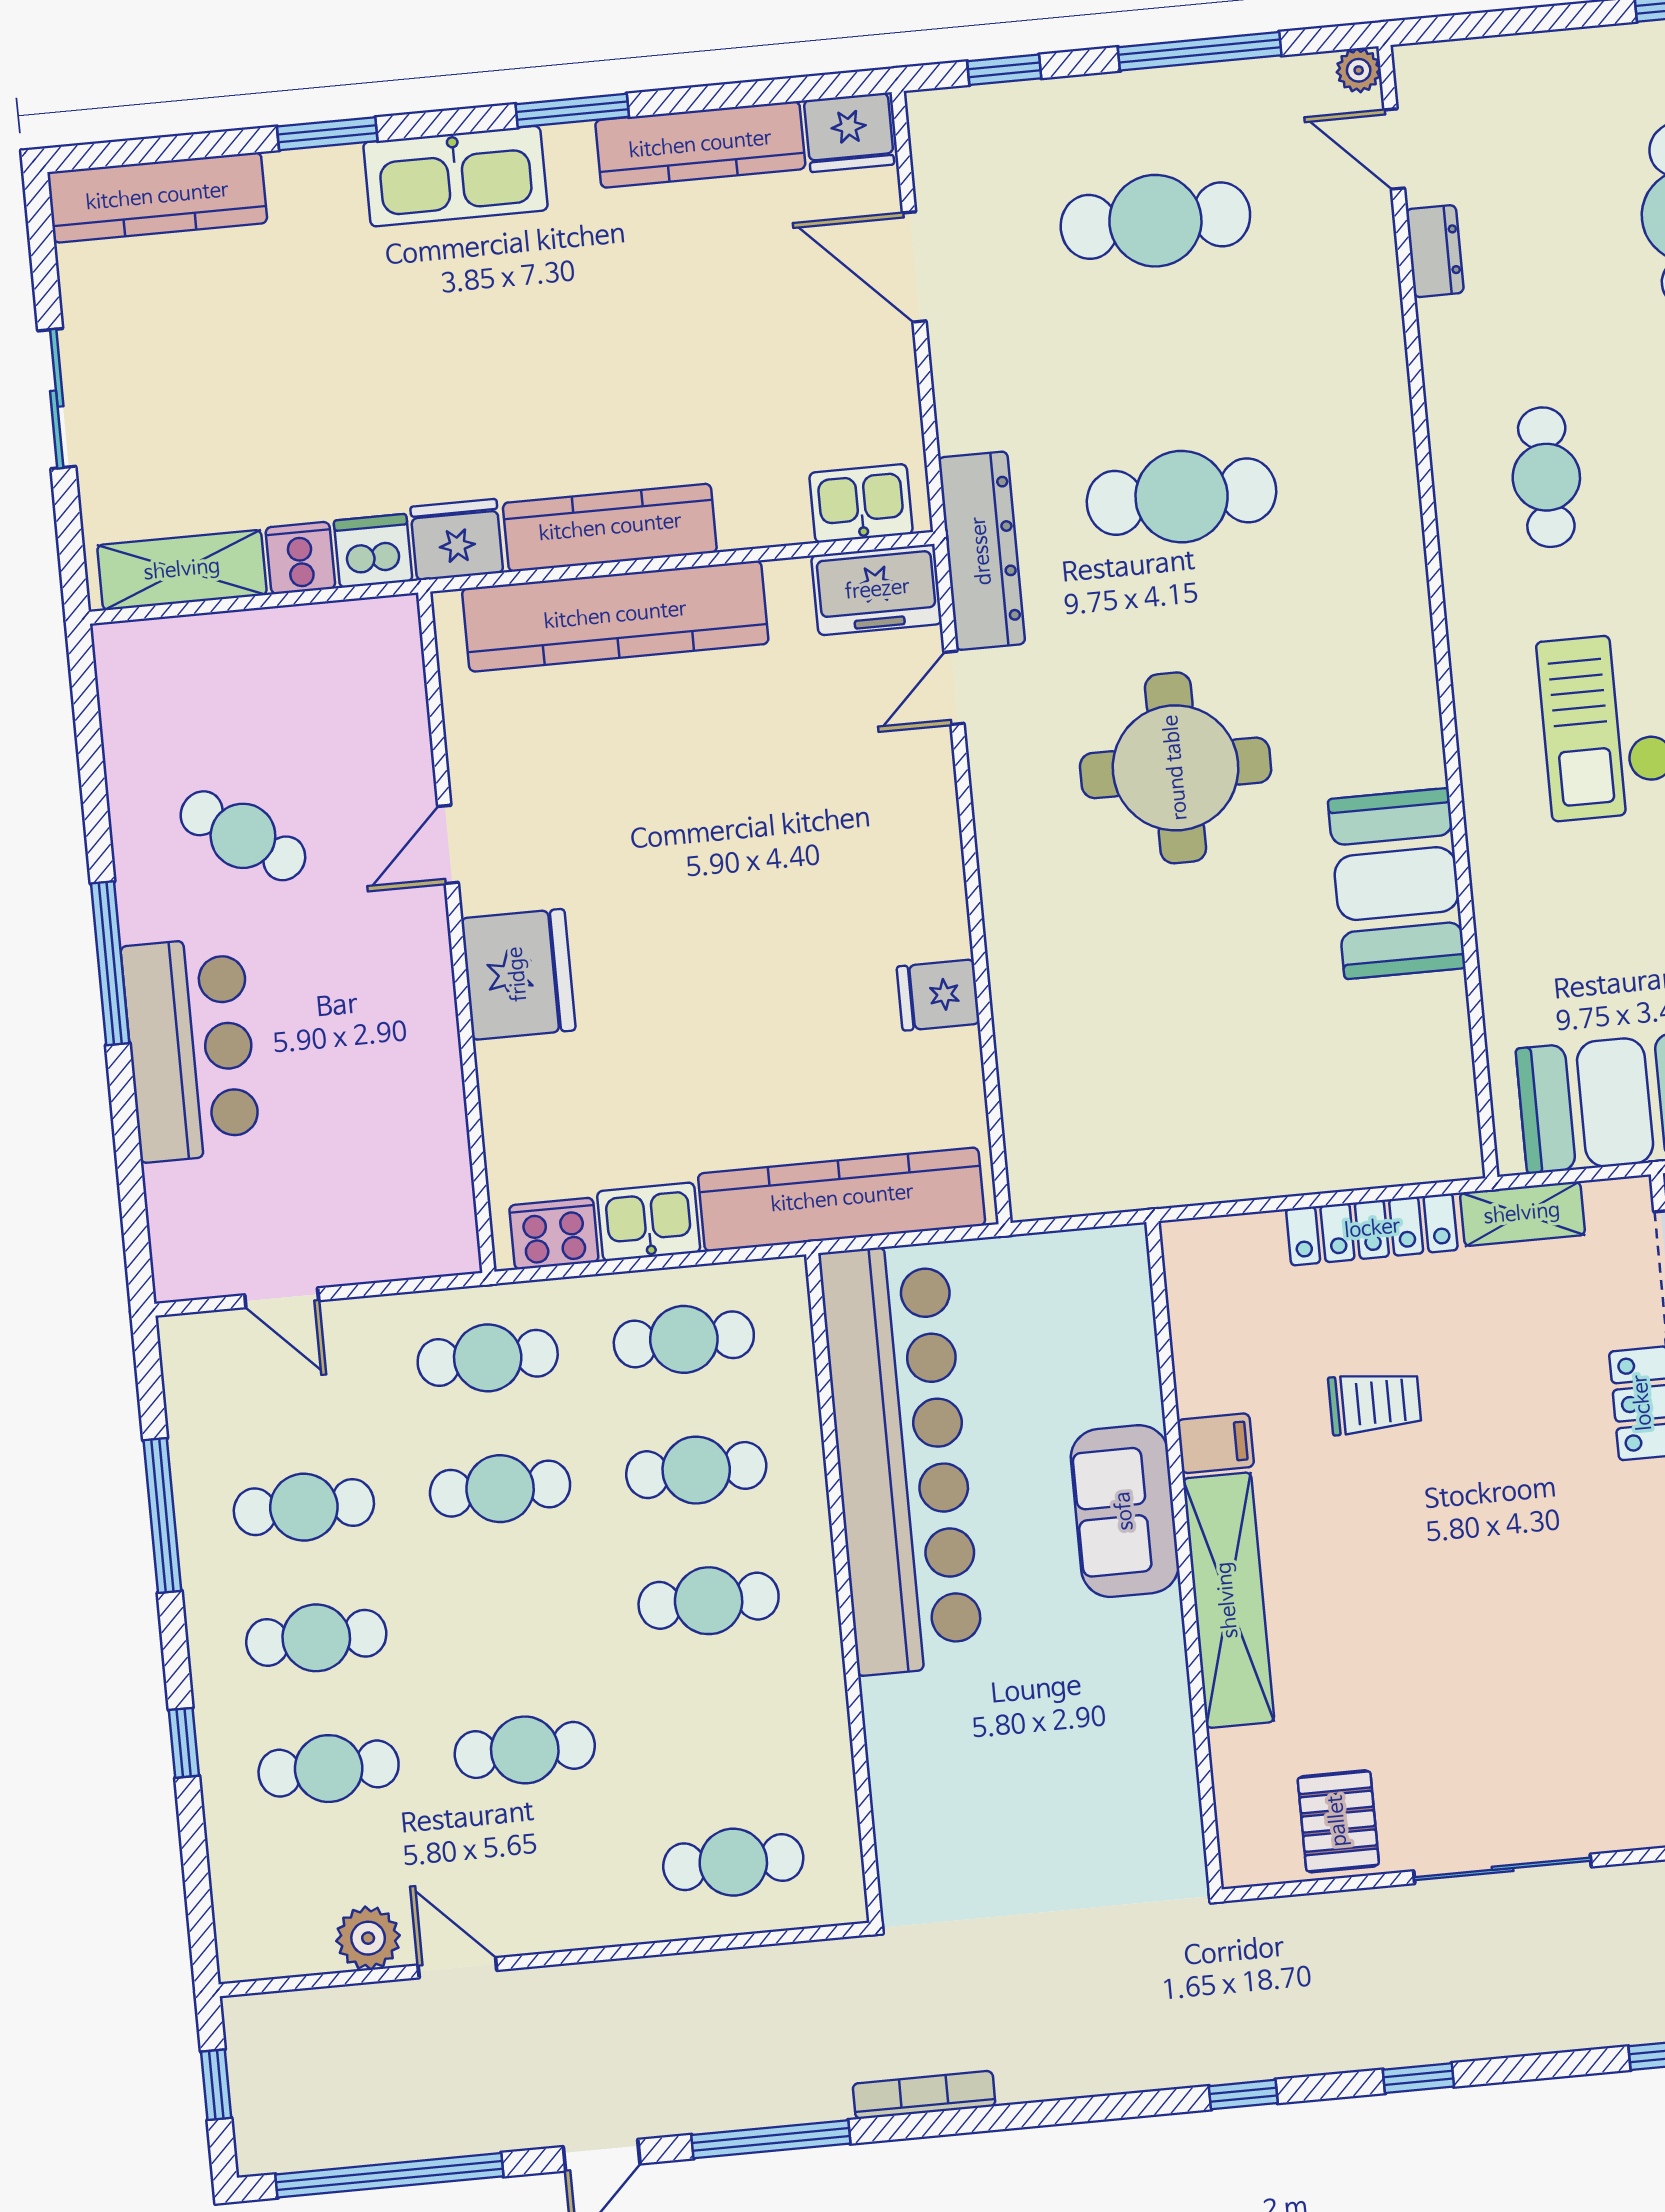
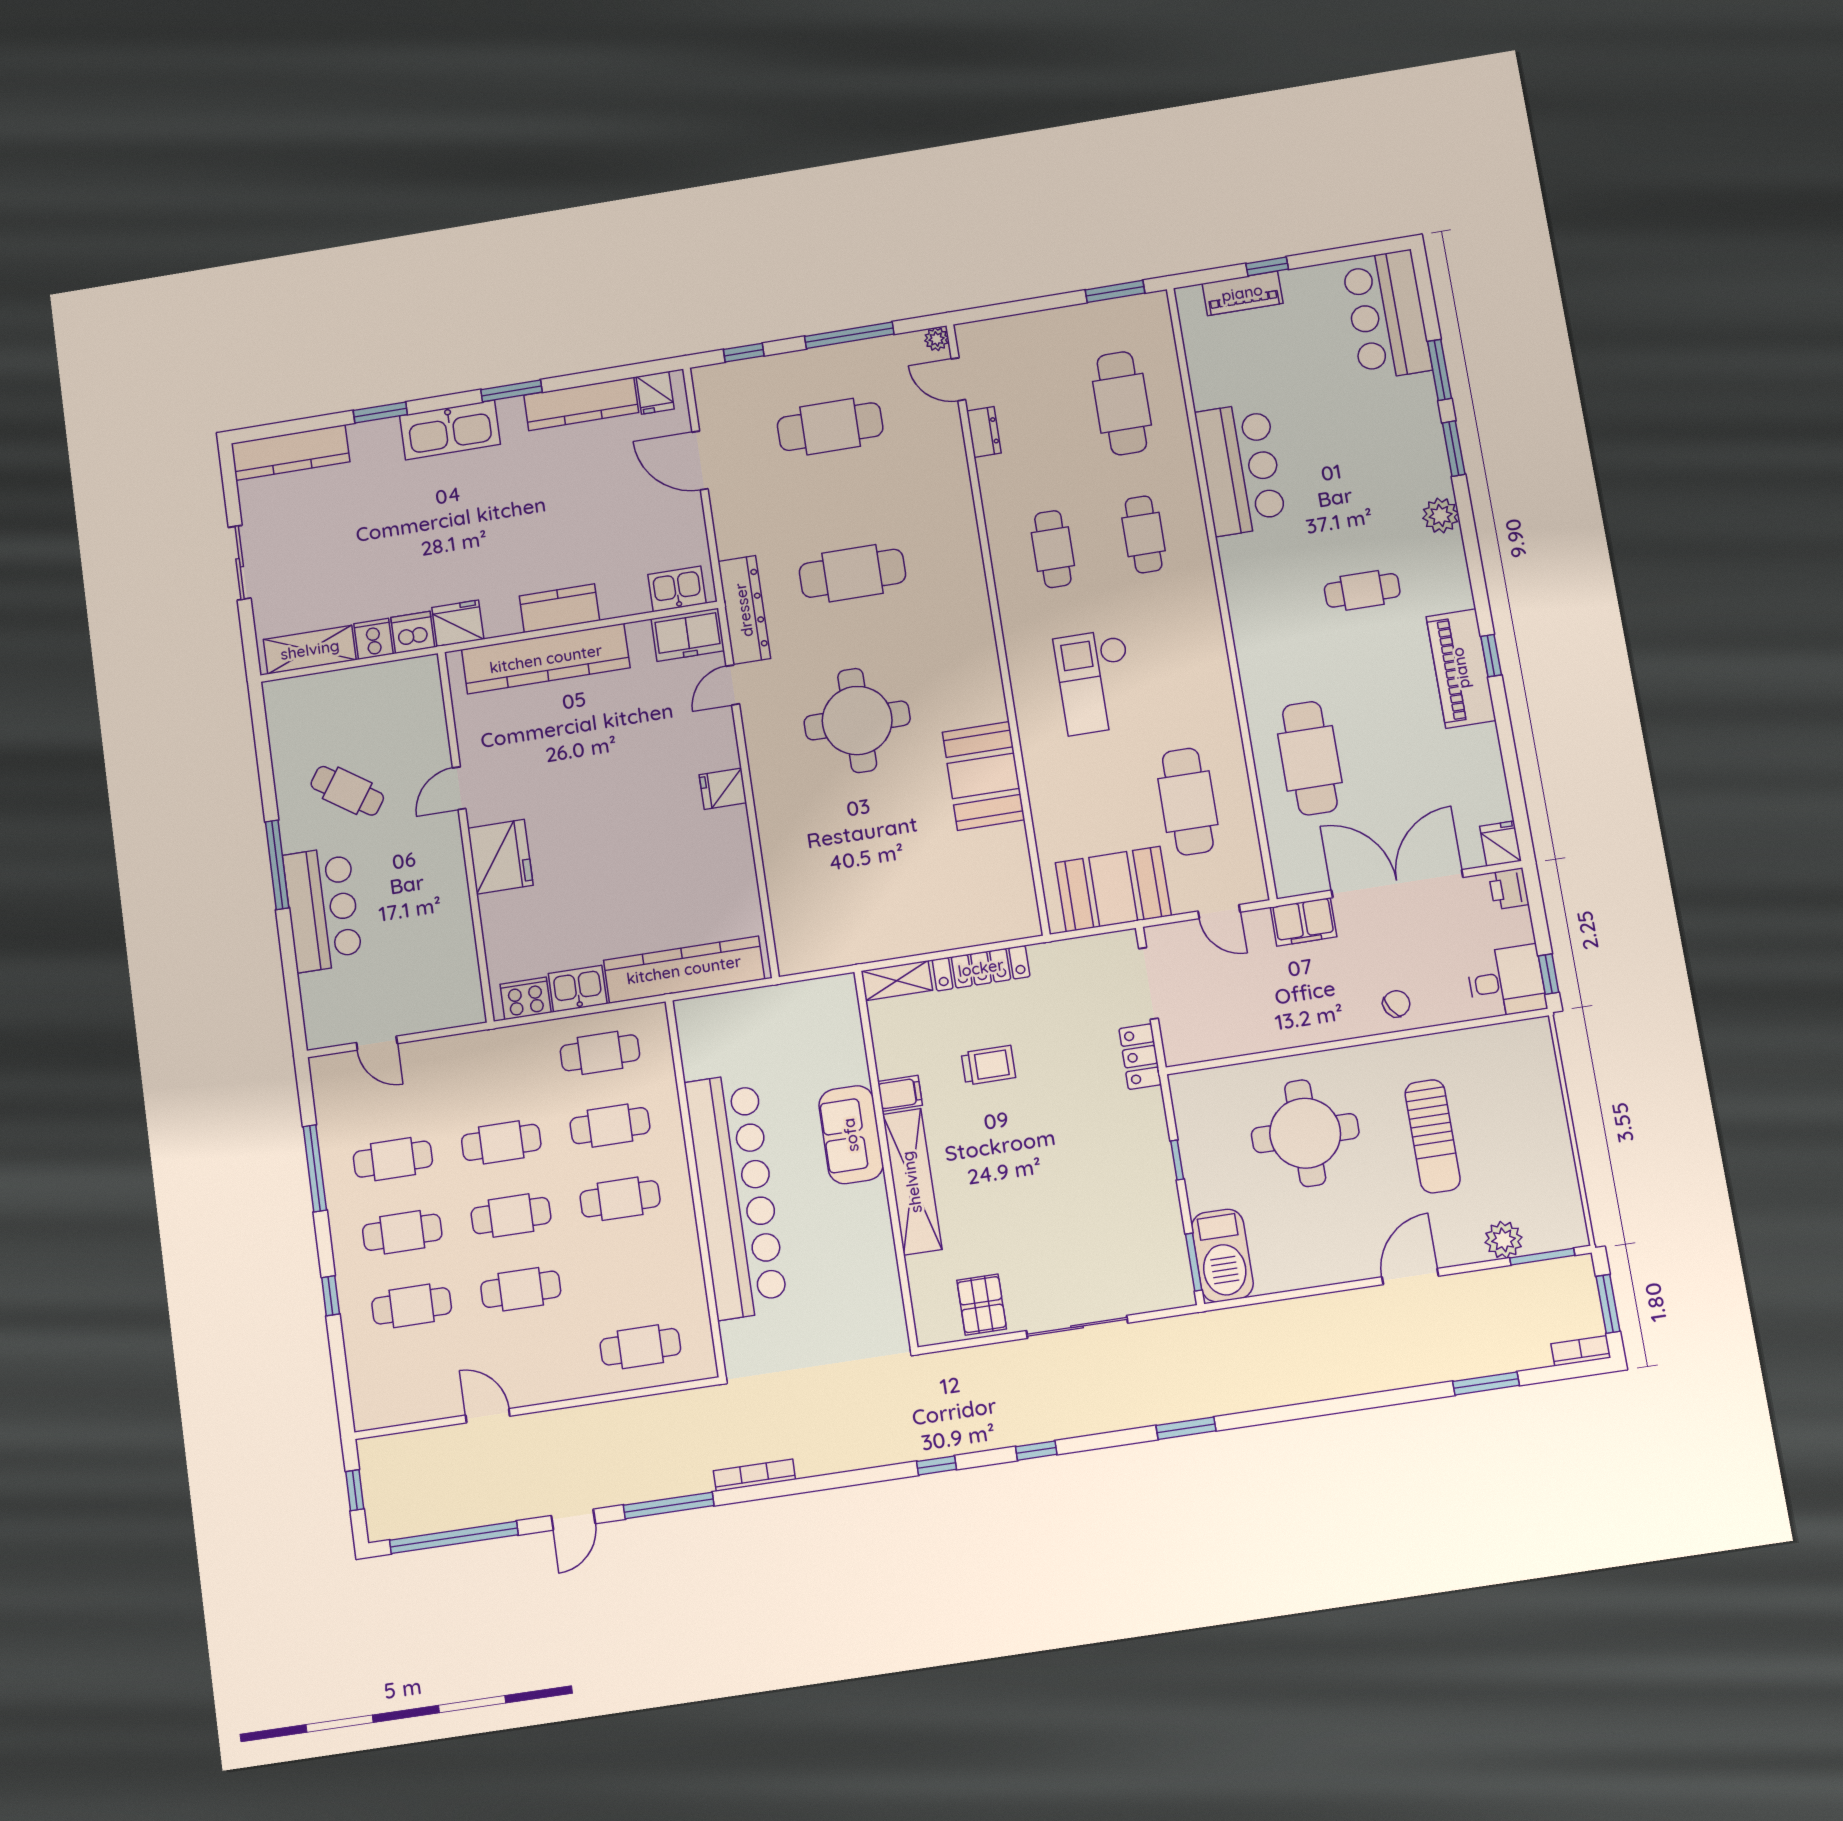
fridge: (849, 133) -> (655, 393), width x0.72
kitchen counter: (610, 528) -> (560, 608), width x0.67
fridge: (938, 995) -> (723, 789), moved
shelving: (1522, 1214) -> (897, 981), moved
cafe table: (488, 1358) -> (511, 1216), moved
bar counter: (901, 1459) -> (736, 1196), moved
plant: (368, 1938) -> (437, 1401), removed

